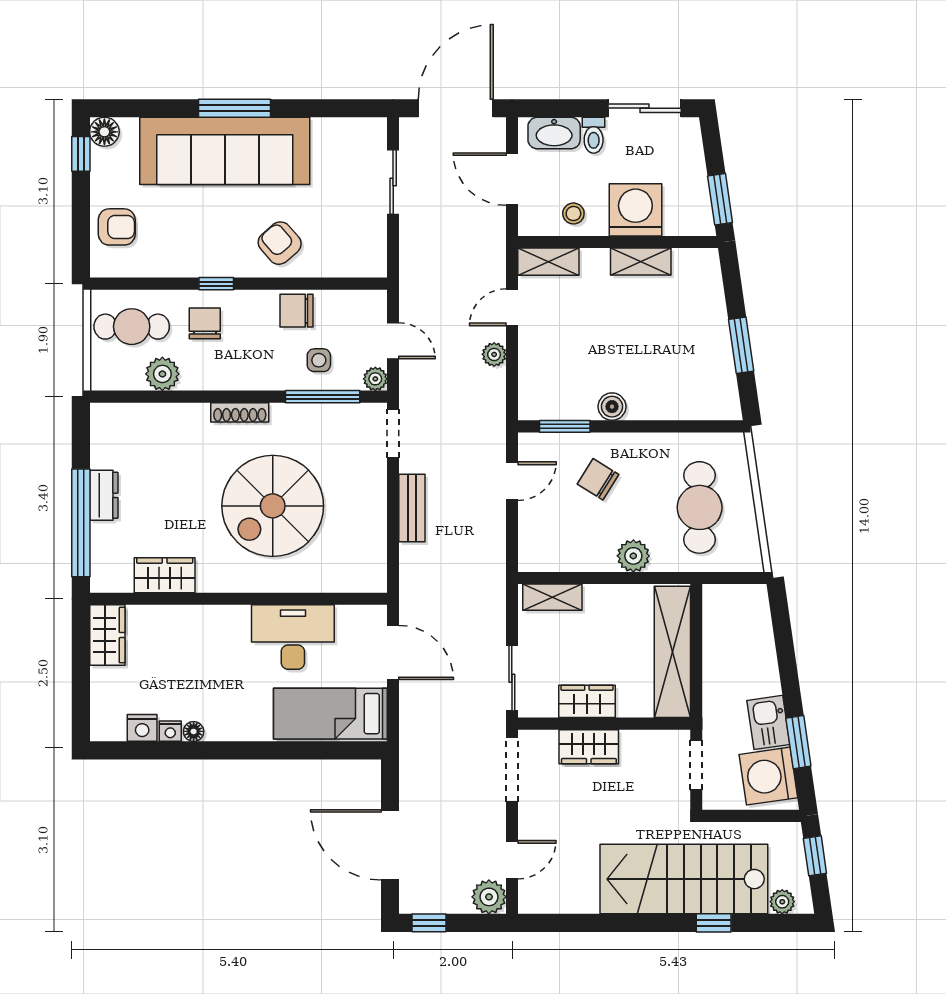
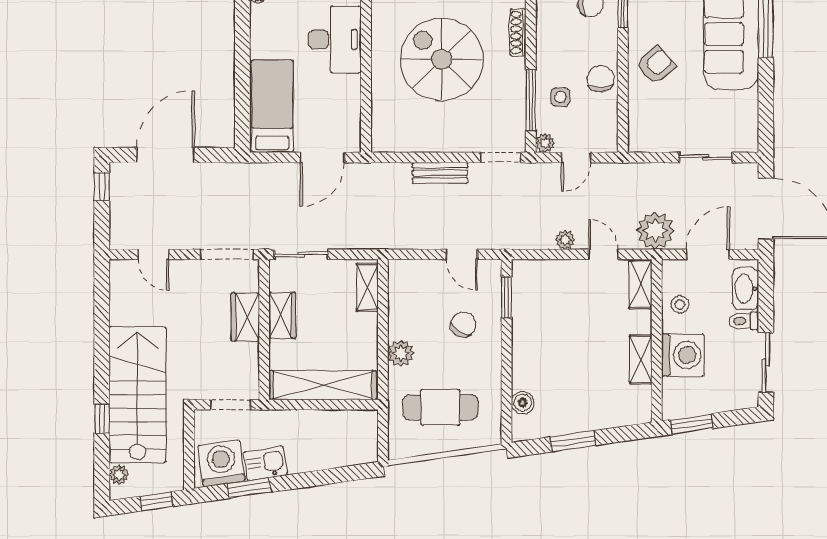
boiler: (612, 407) -> (523, 403), moved
desk: (293, 637) -> (335, 40), moved
plant: (489, 897) -> (655, 231), moved, width x1.36, depth x1.36

